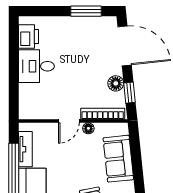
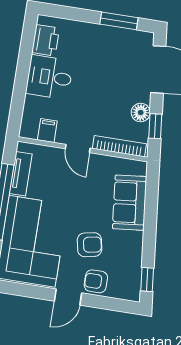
filing cabinet: (42, 110) -> (47, 130), added
door: (69, 121) -> (78, 148), hinge flipped
floor lamp: (88, 128) -> (100, 161), removed

